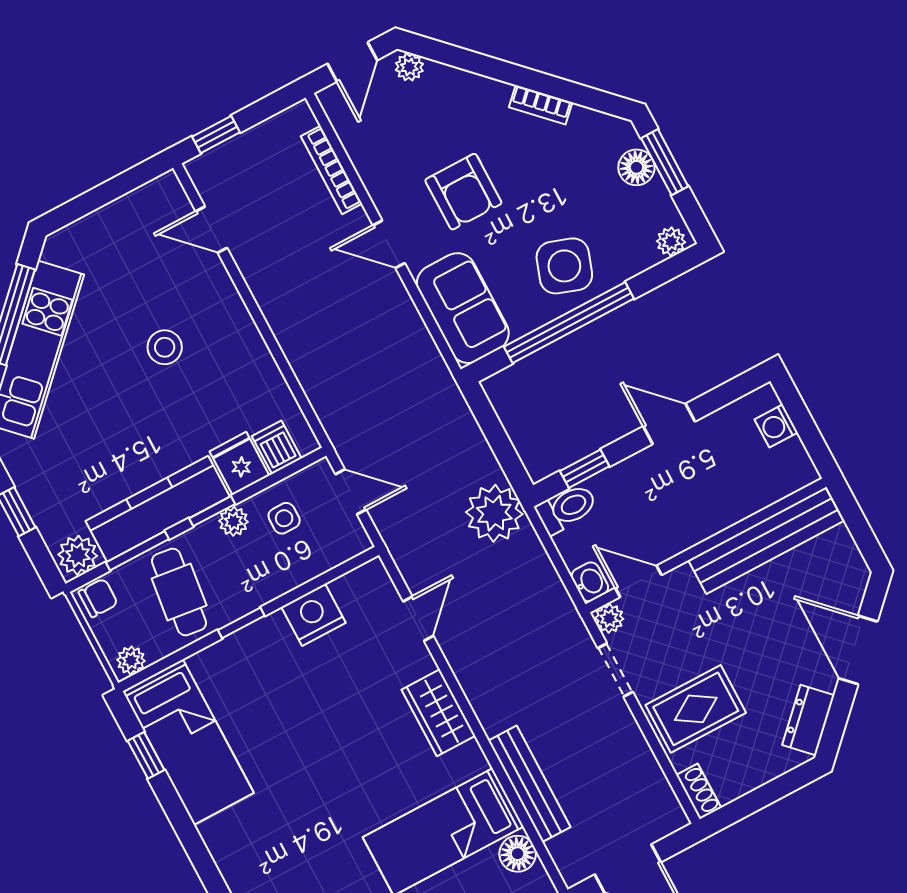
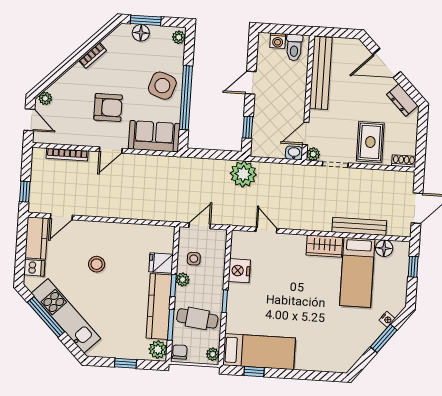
kitchen counter: (145, 208) -> (36, 238), added
dishwasher: (277, 447) -> (34, 268), moved, turned 180
toilet: (566, 508) -> (294, 48), moved, turned 180
wardrobe: (438, 713) -> (324, 246), moved

